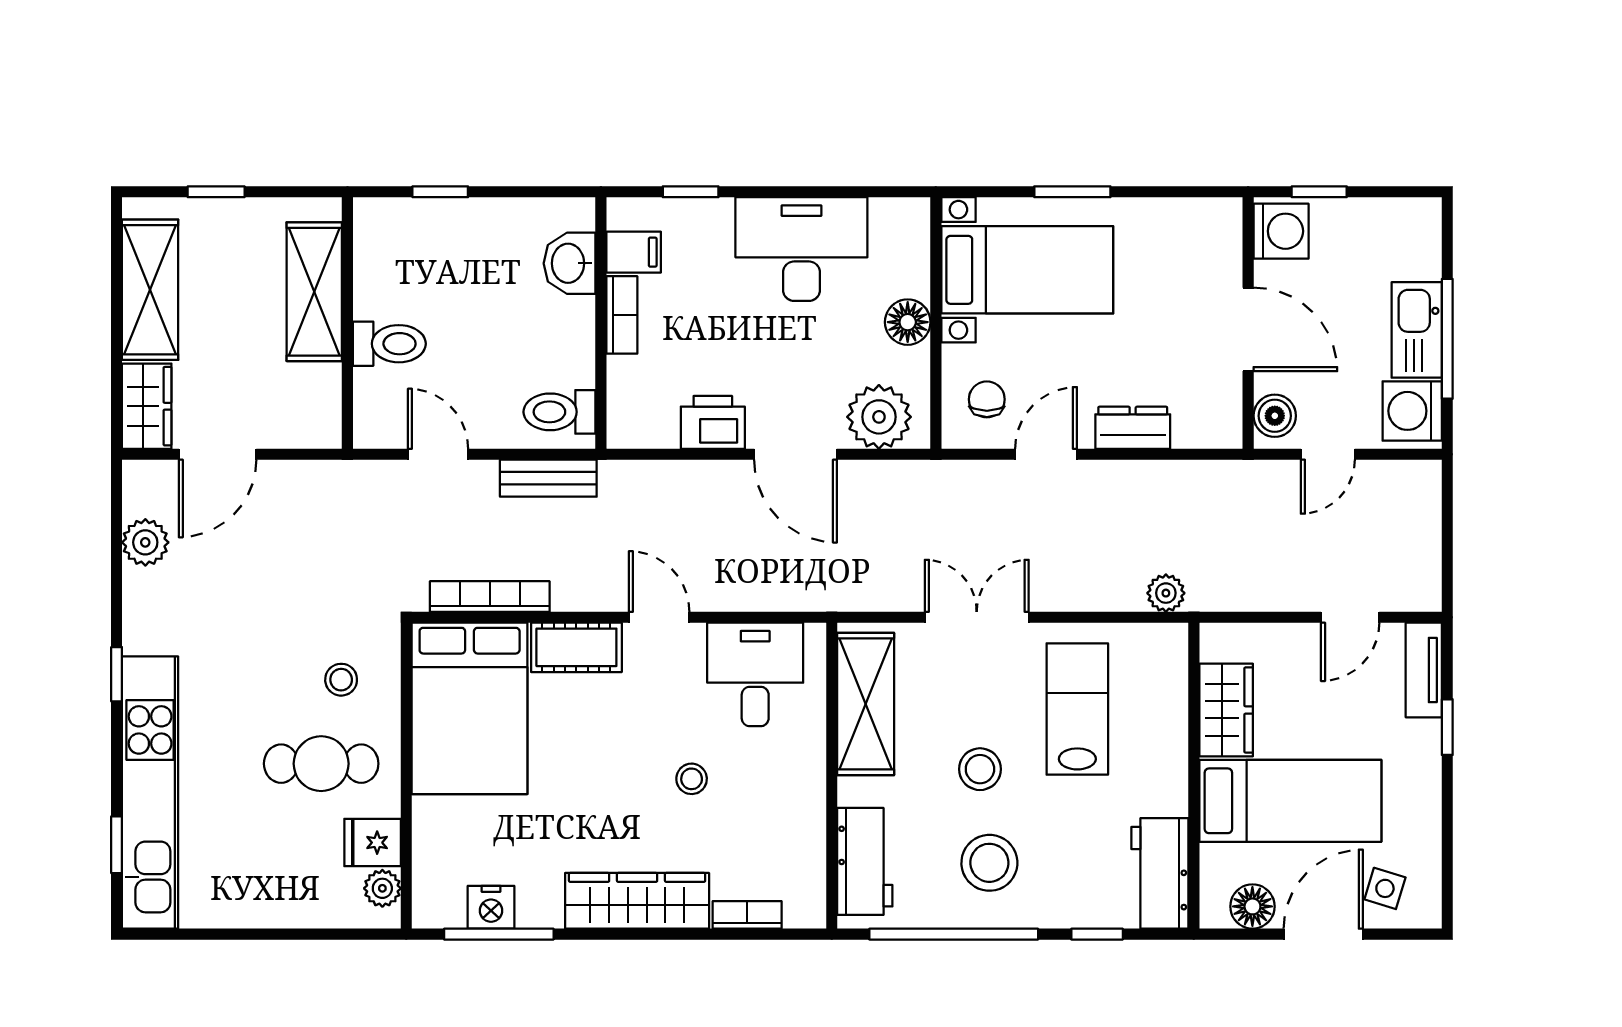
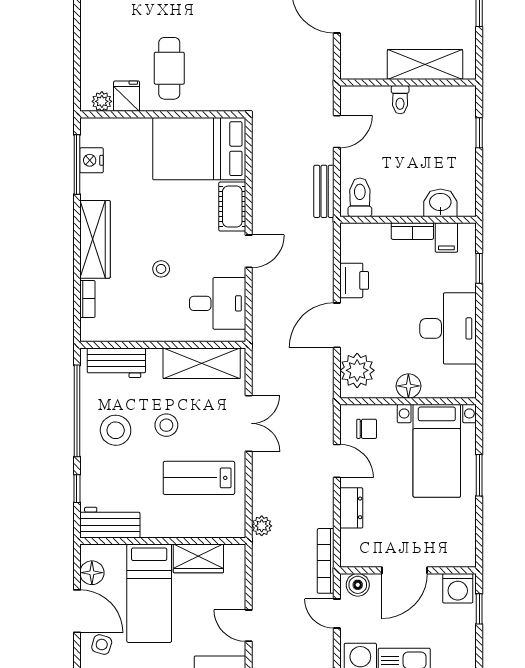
toilet: (389, 344) -> (400, 100), width x0.73, depth x0.72
bookcase: (490, 596) -> (326, 561), moved, turned 180
stool: (341, 680) -> (215, 79), removed
lab bench: (1077, 709) -> (199, 478), turned 180

